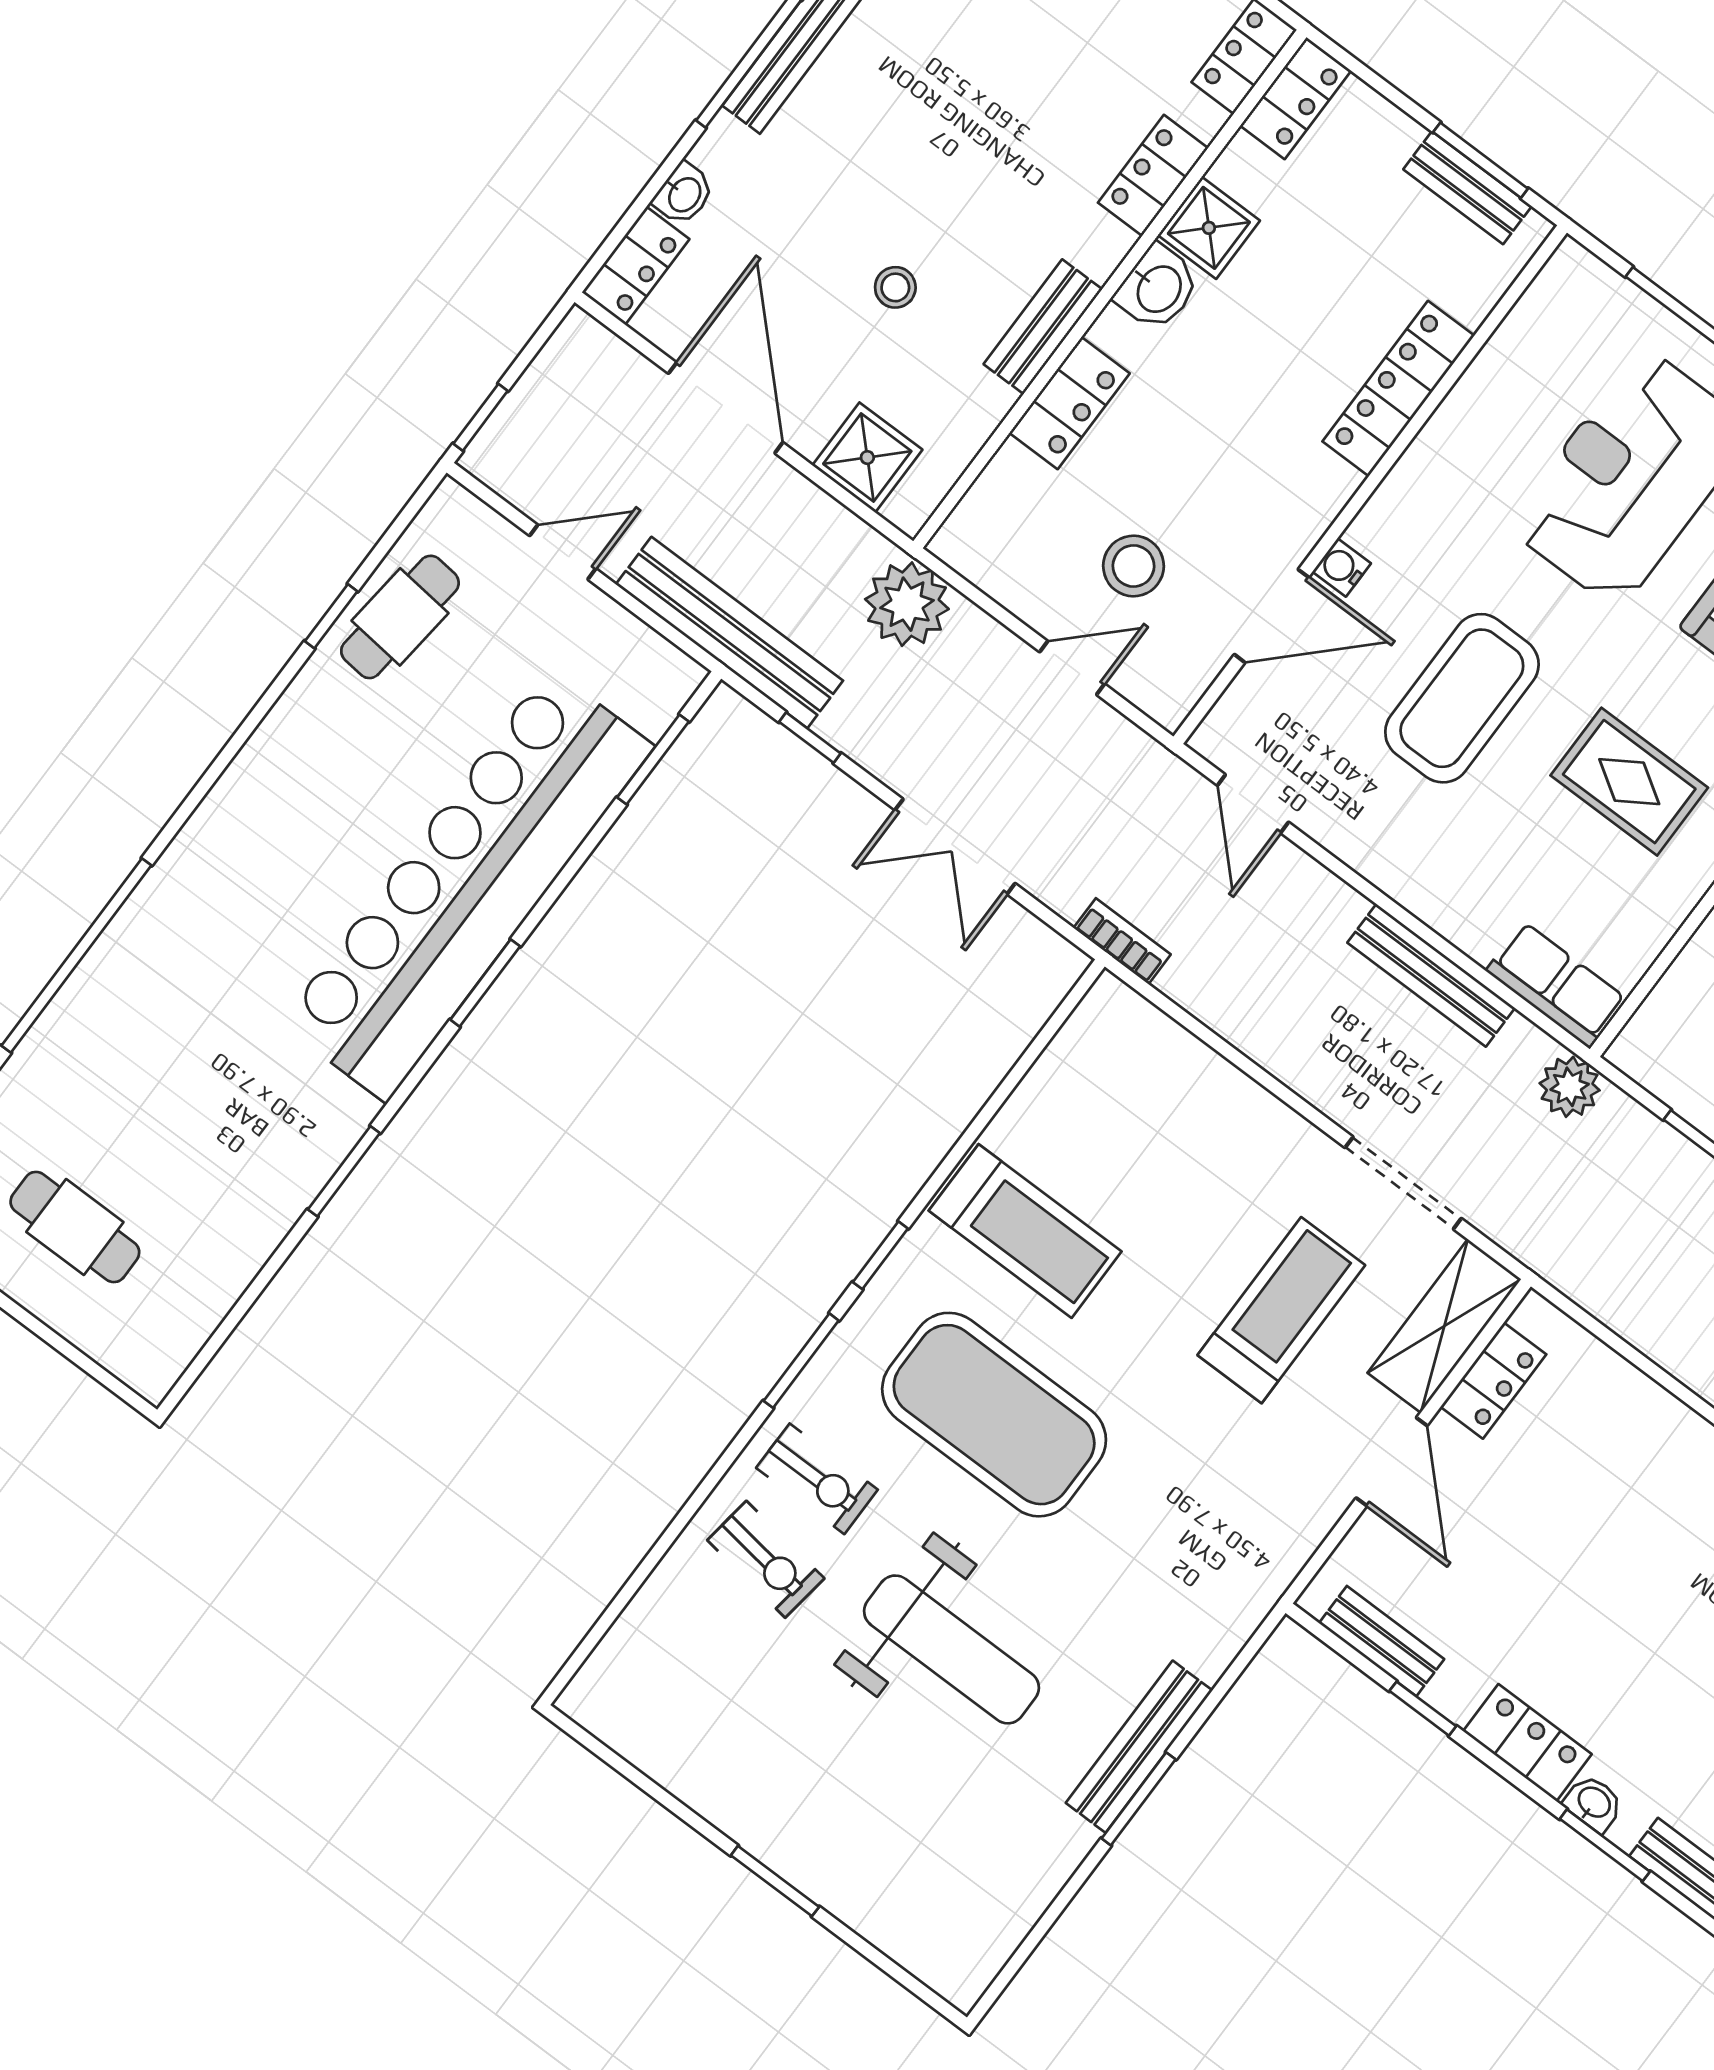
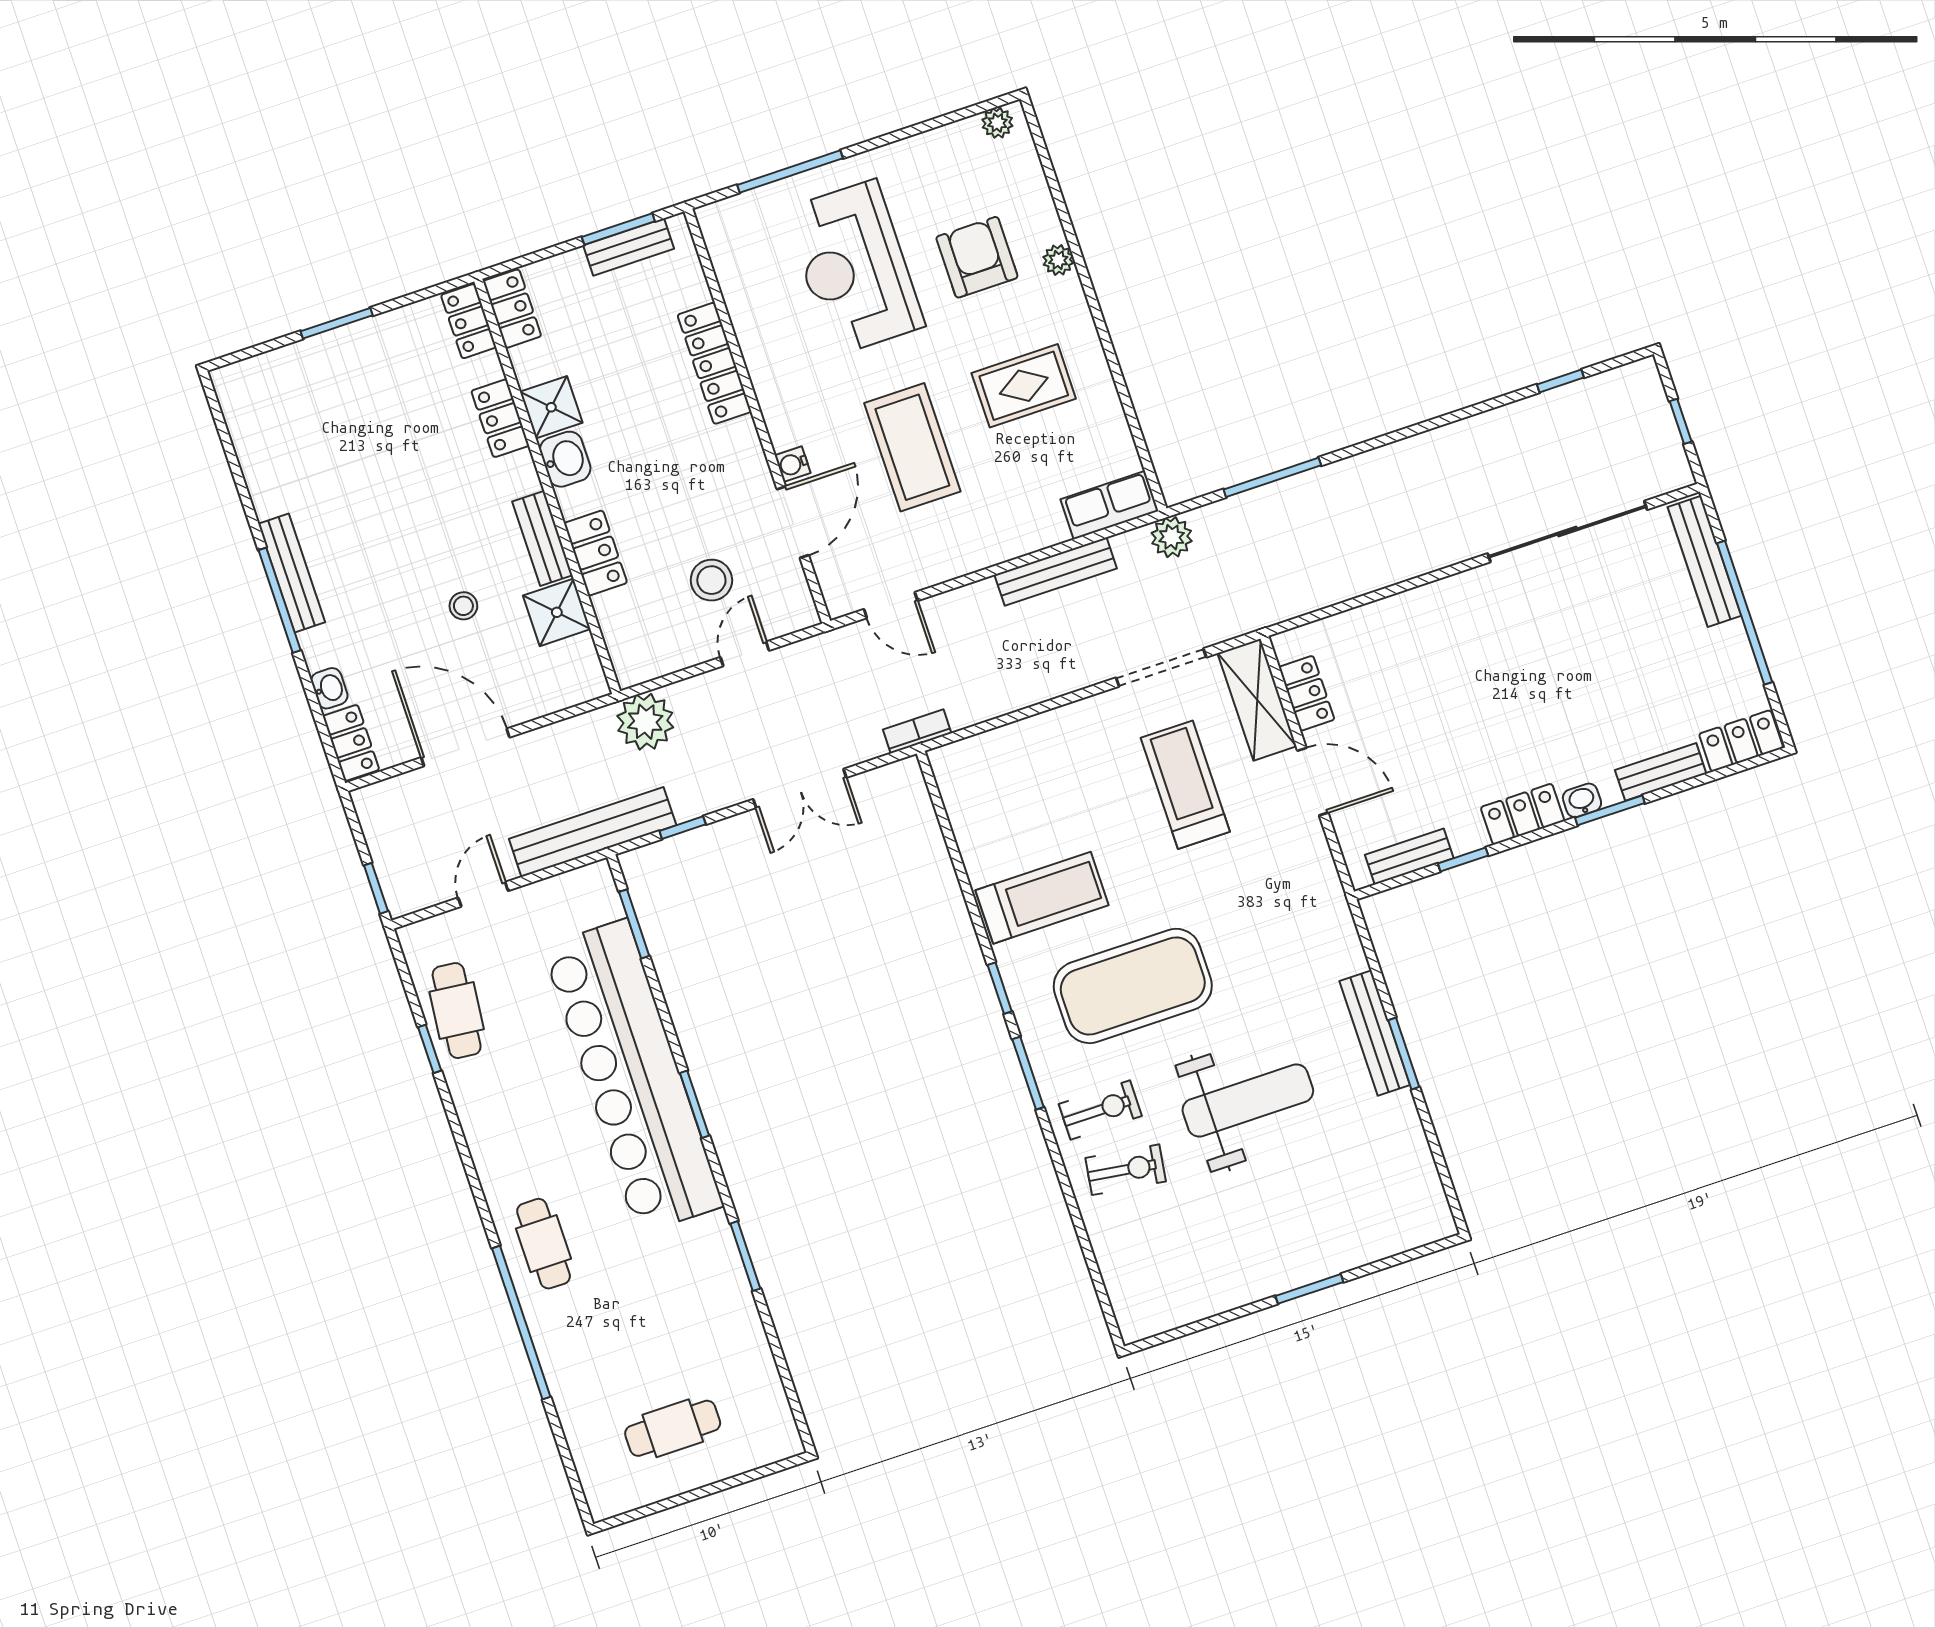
shower: (867, 458) -> (557, 612), moved
cafe table: (191, 917) -> (544, 1244), added

